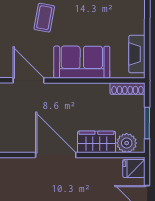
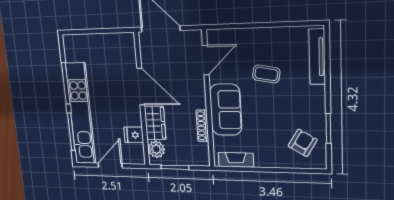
shoe rack: (128, 89) -> (202, 126), moved
door: (56, 155) -> (141, 87), hinge flipped
fridge: (134, 168) -> (134, 135), moved, turned -90

